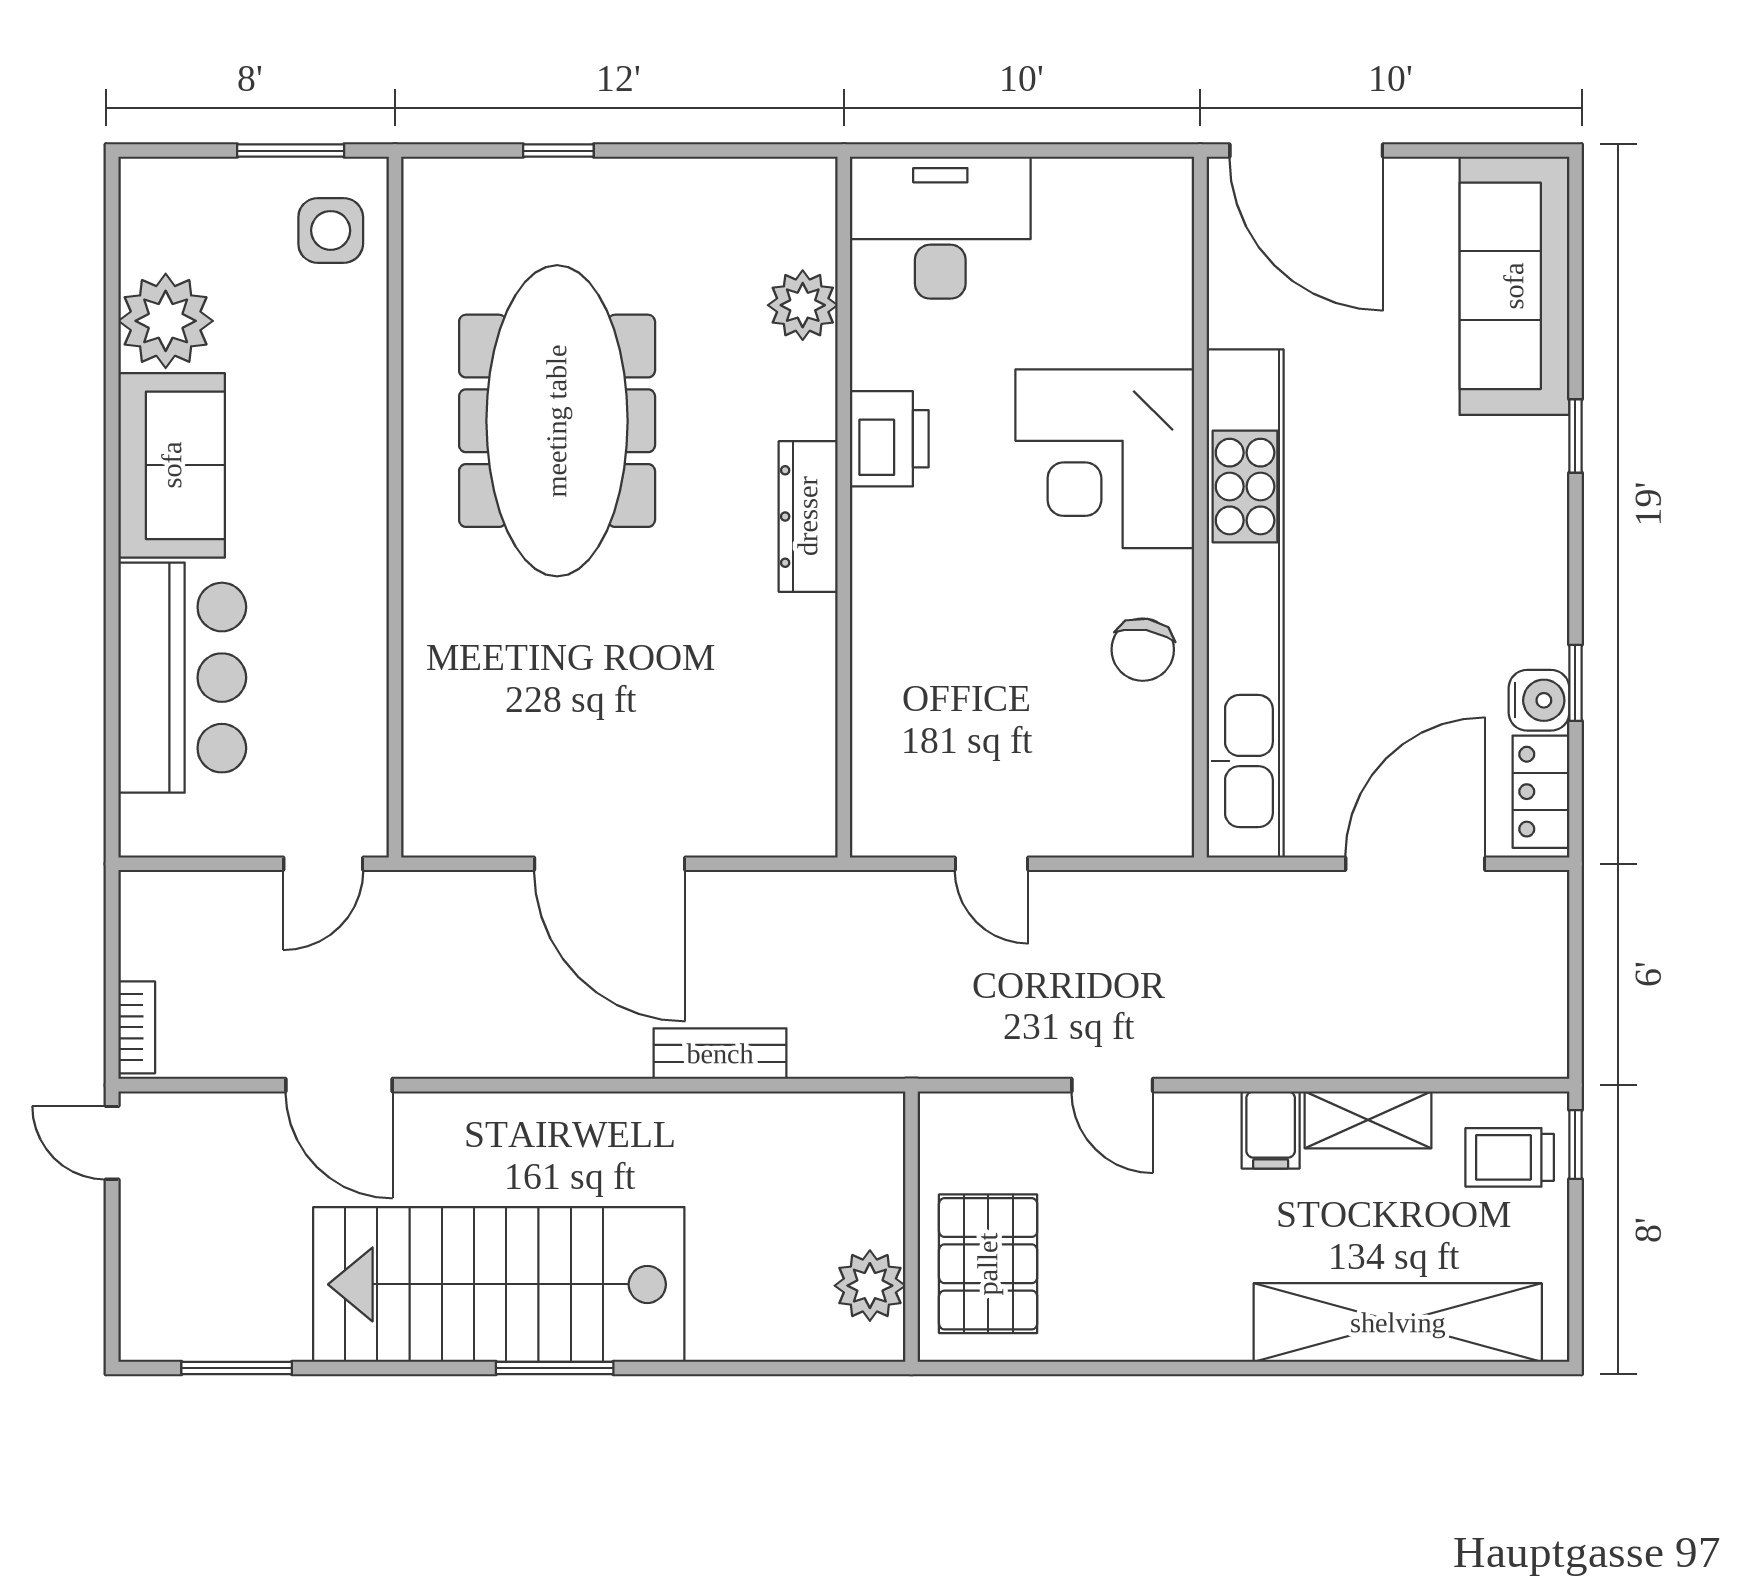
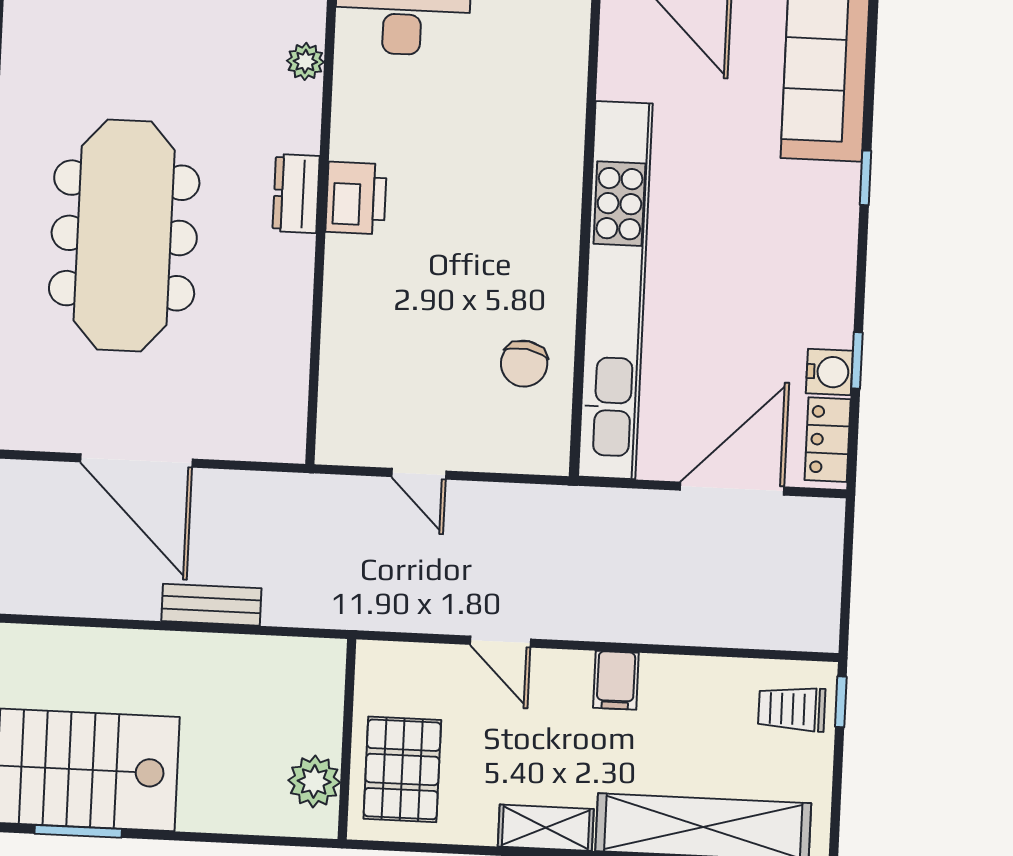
plant: (803, 305) -> (305, 61), width x0.73, depth x0.73
meeting table: (557, 421) -> (124, 235), moved
printer: (889, 439) -> (356, 198), moved
corner desk: (1105, 459) -> (517, 178), removed
dresser: (808, 516) -> (296, 194), width x0.70
chair: (1143, 650) -> (524, 364), moved
shelving: (1368, 1120) -> (546, 828), moved

